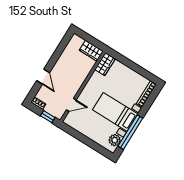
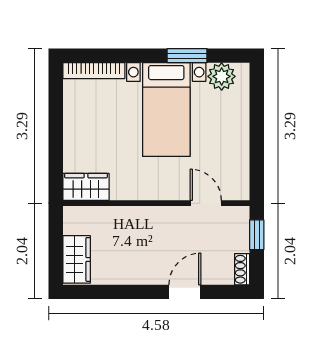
wardrobe: (91, 51) -> (77, 259), moved
window: (130, 132) -> (187, 56), width x0.47

